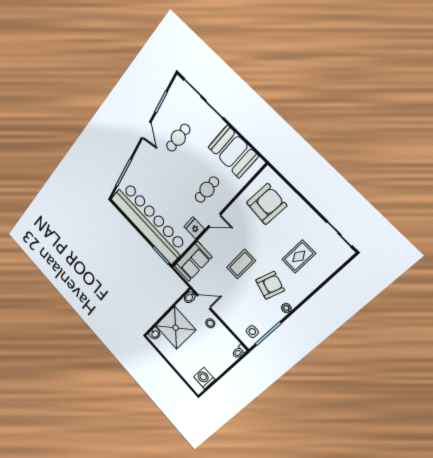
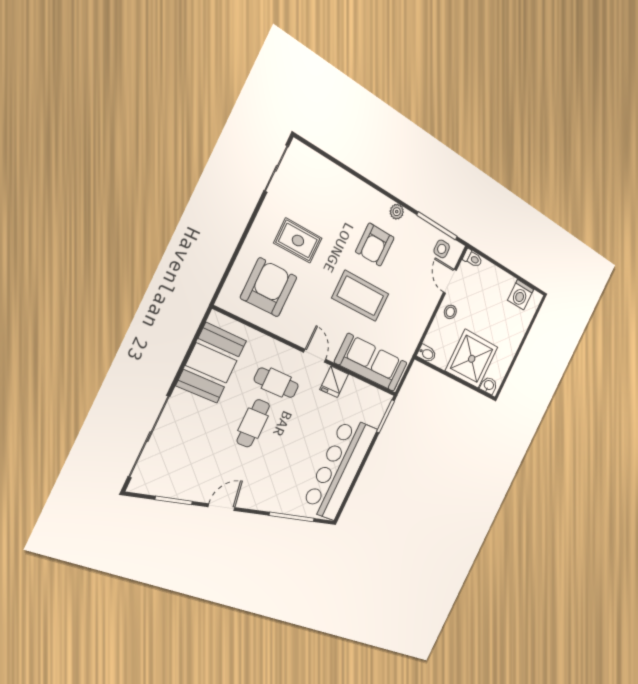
cafe table: (178, 138) -> (253, 423), moved, turned 90
armchair: (267, 204) -> (269, 287), turned 86
bar counter: (149, 222) -> (339, 468), width x0.73
rug: (299, 256) -> (298, 241), moved
sofa: (193, 261) -> (371, 363), width x1.36
coffee table: (241, 264) -> (360, 296), width x1.36, depth x1.32
armchair: (270, 285) -> (375, 245), turned -107
door: (204, 302) -> (450, 281), moved

